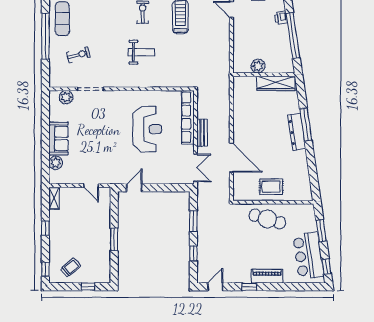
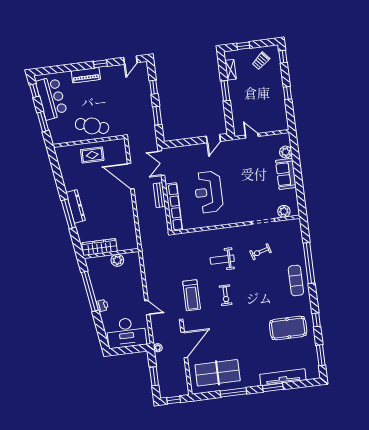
exercise bike: (78, 55) -> (260, 252), moved
shelving: (54, 198) -> (231, 70), moved

